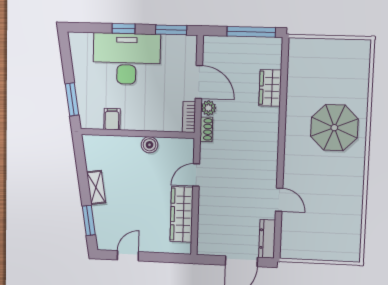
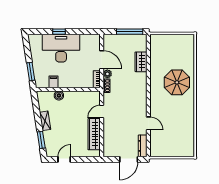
window: (171, 30) -> (86, 32), removed
boiler: (150, 145) -> (59, 96), moved

